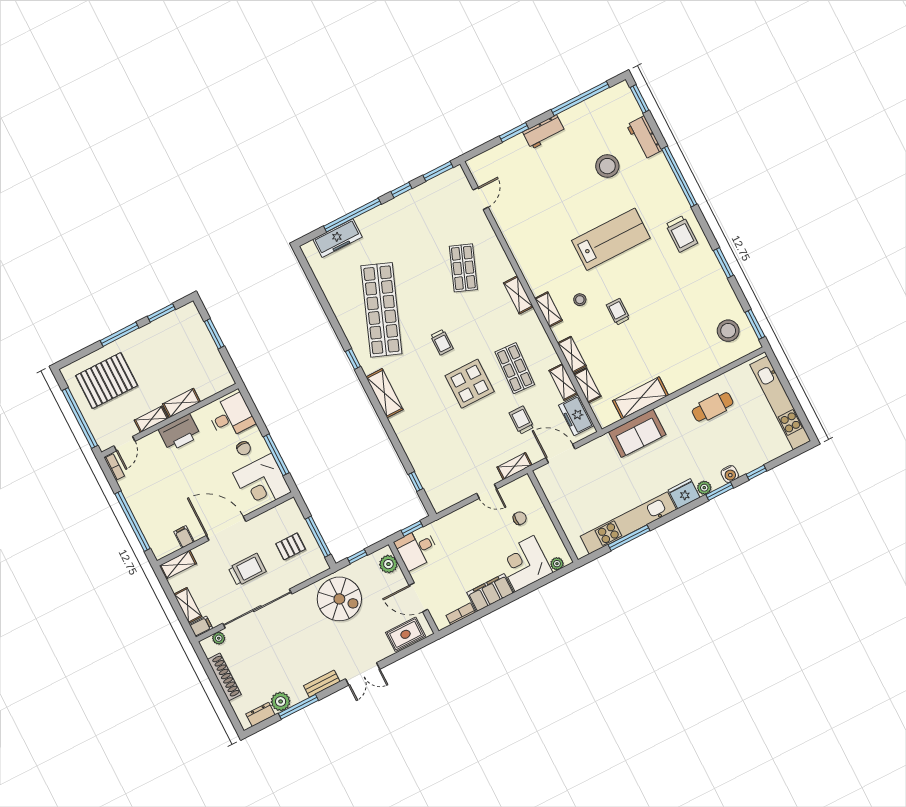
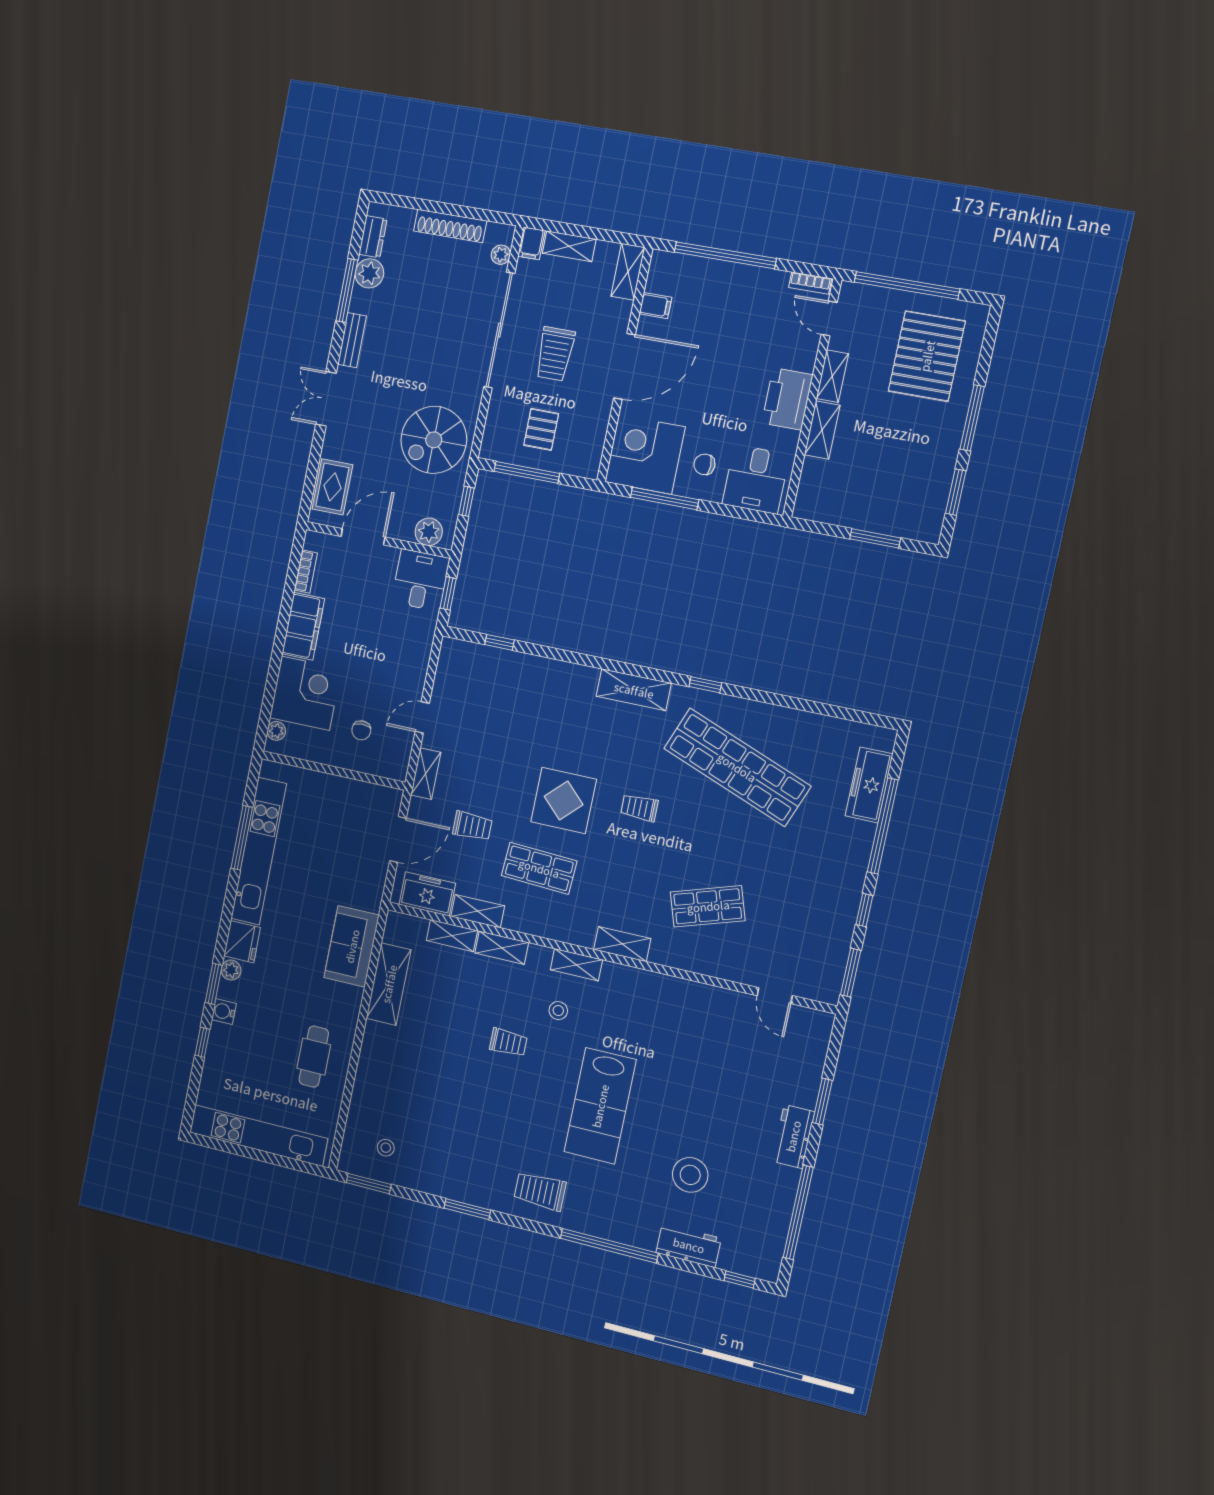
window: (640, 99) -> (740, 1279), width x0.67
shop shelf: (463, 268) -> (708, 906), turned -39
stool: (728, 331) -> (386, 1148), width x0.53, depth x0.53

